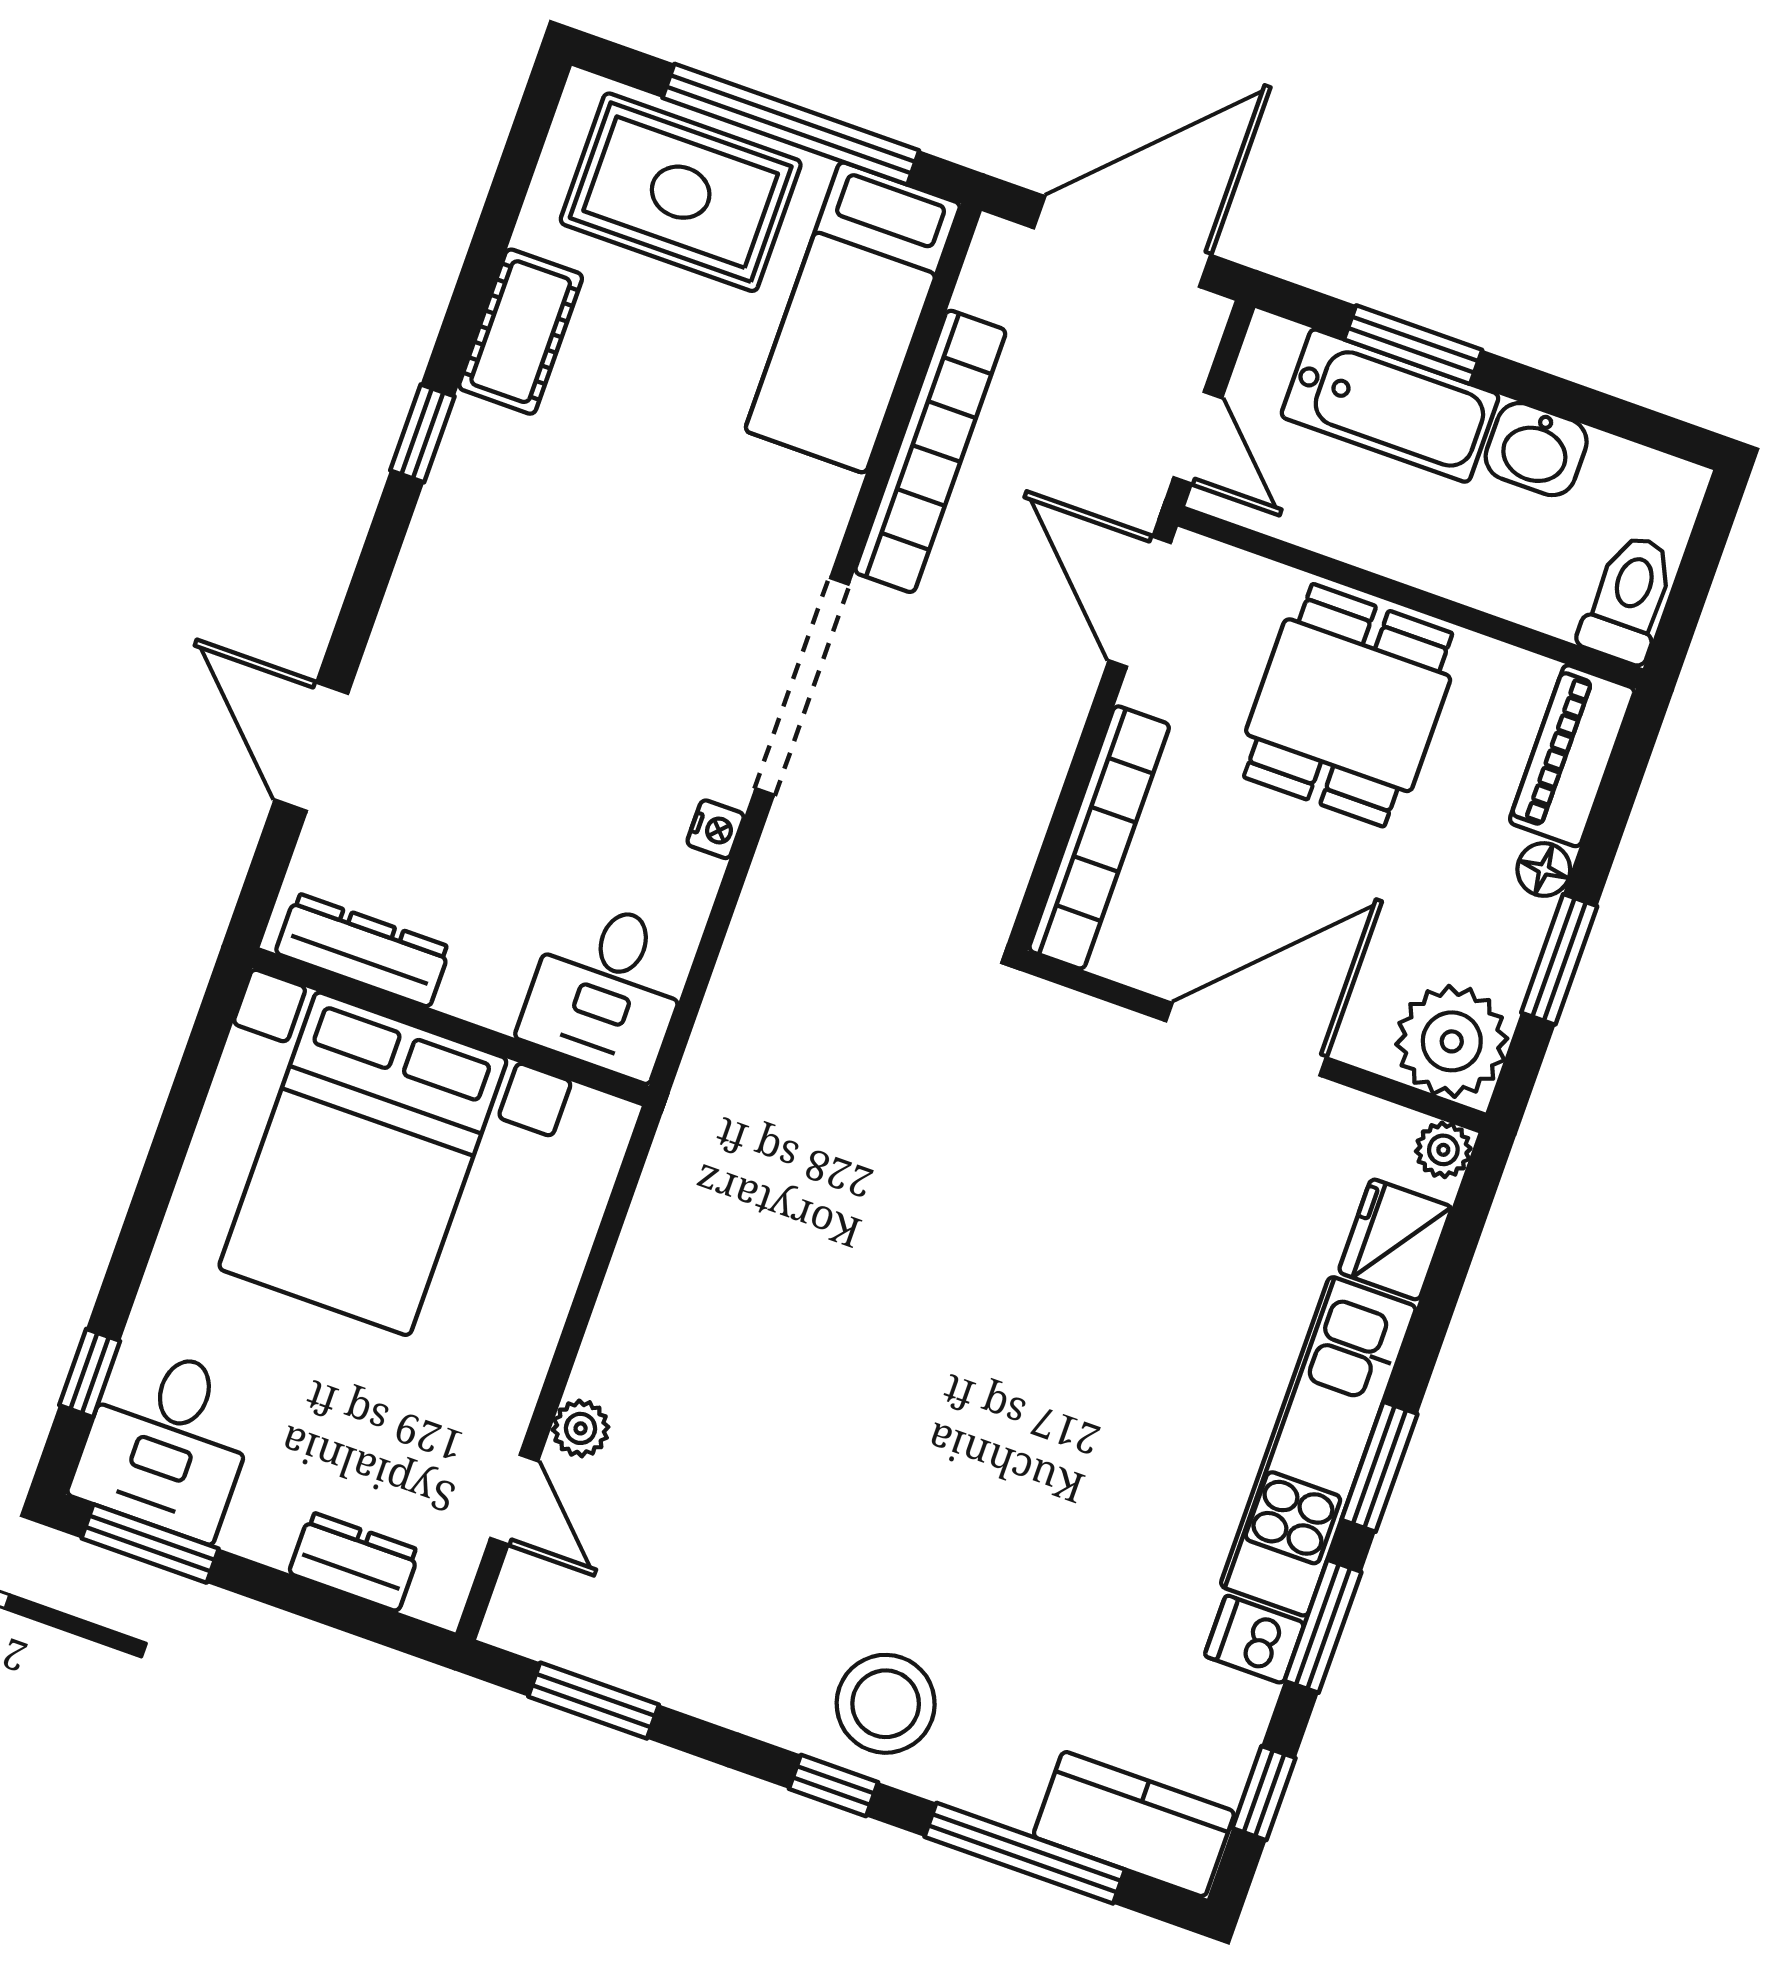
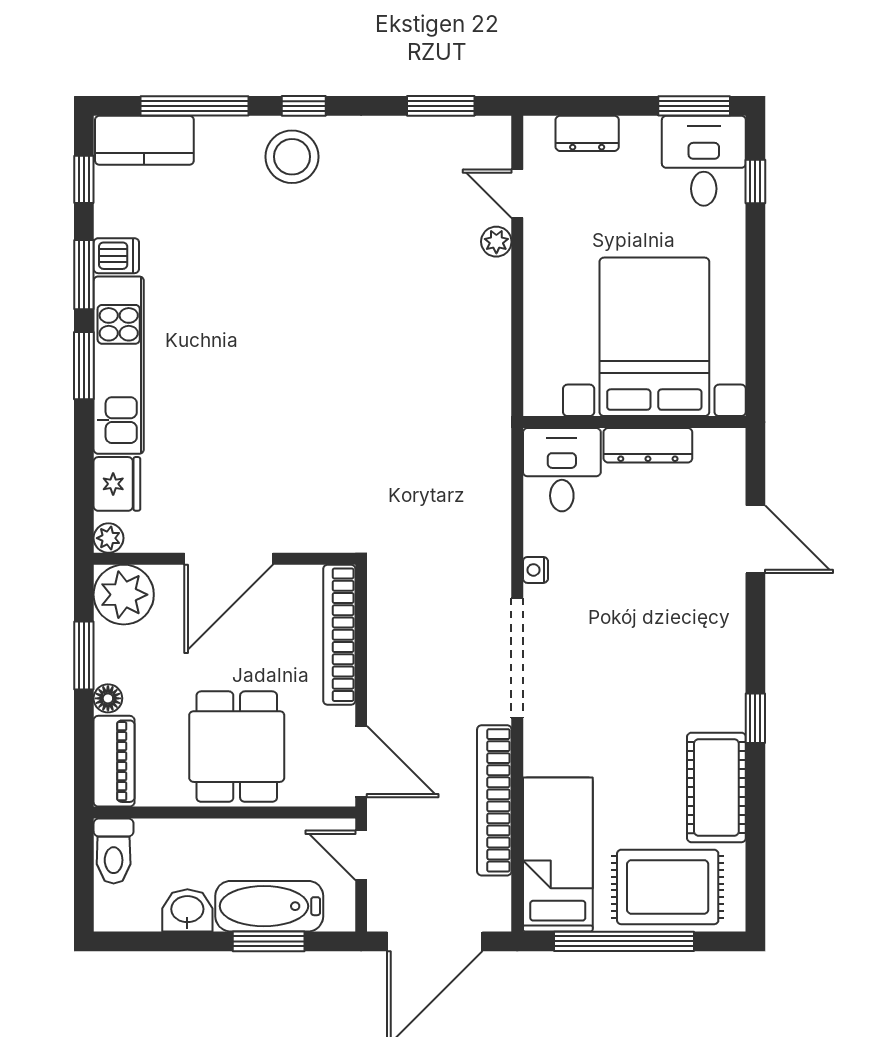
cot: (521, 332) -> (716, 787), width x1.37, depth x1.34
dresser: (363, 950) -> (648, 445), moved

